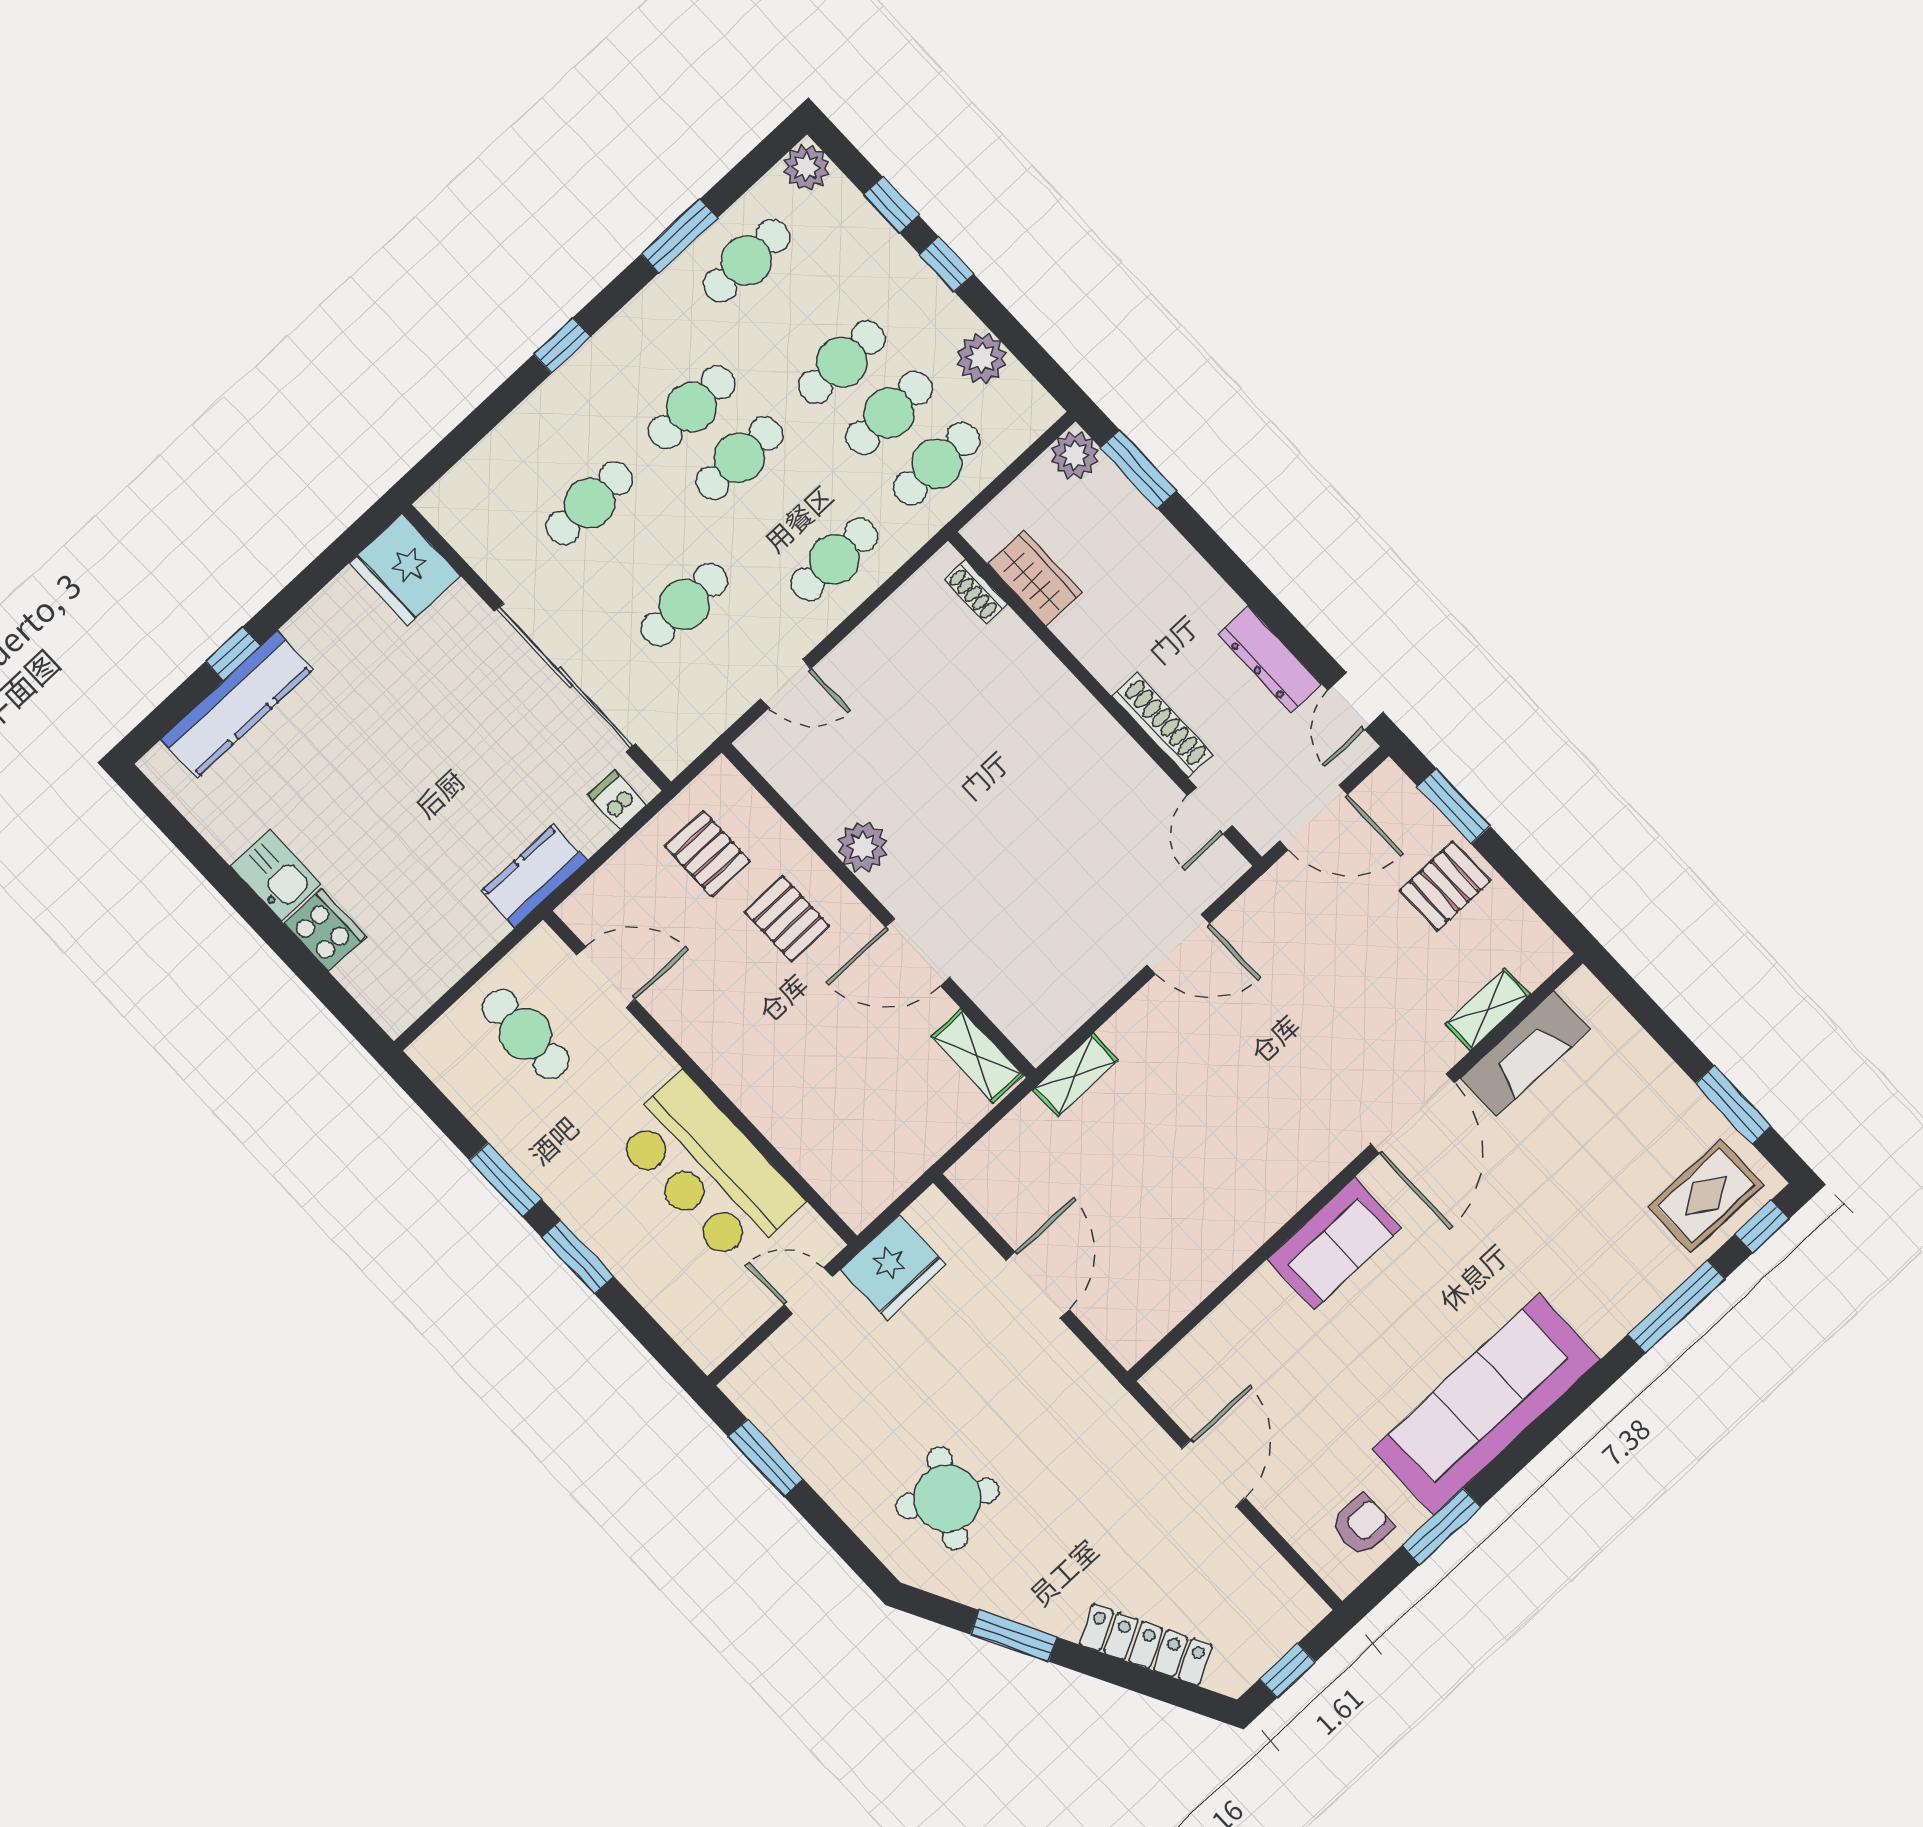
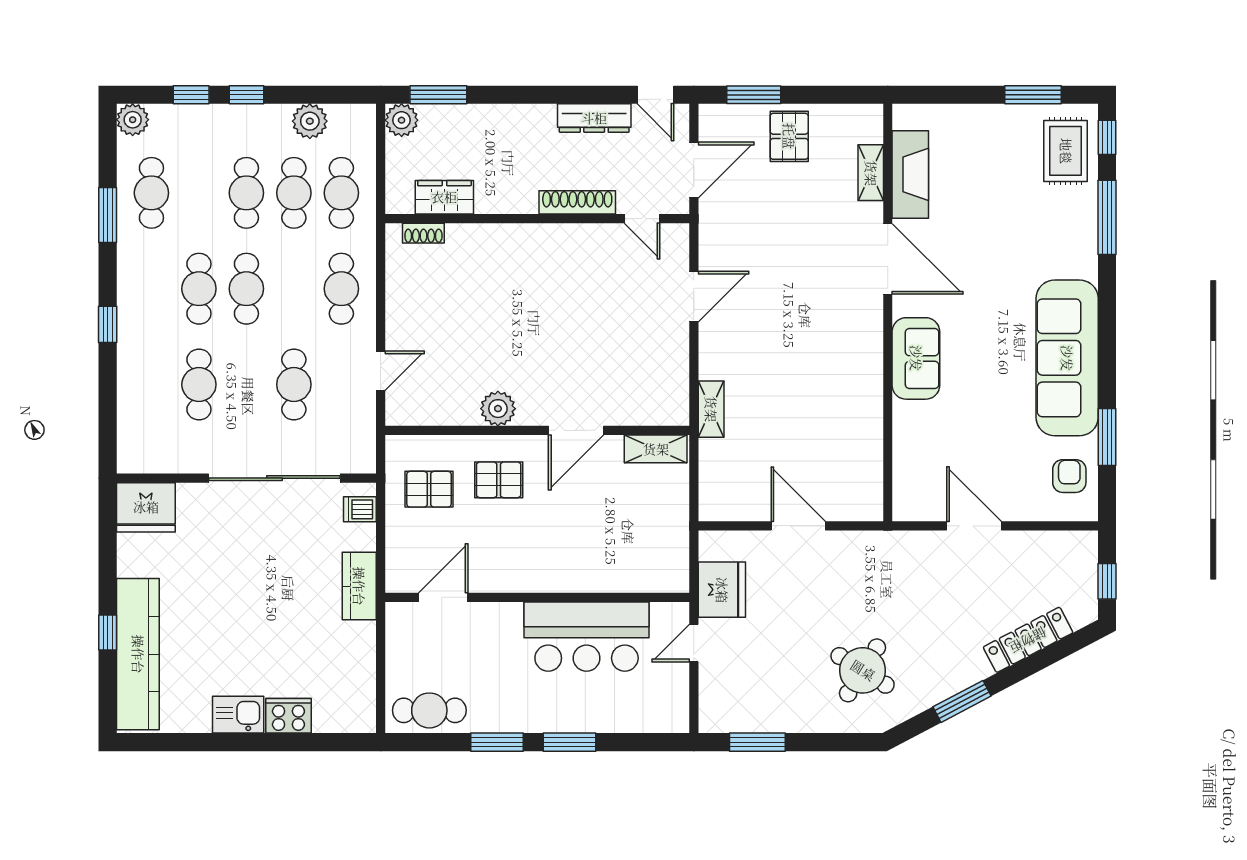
kitchen counter: (237, 704) -> (138, 654), width x1.39, depth x1.17
cafe table: (526, 1034) -> (429, 710), moved

